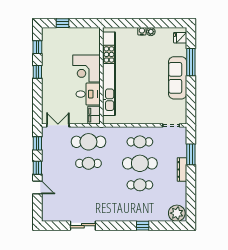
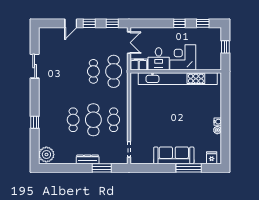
corner desk: (86, 68) -> (183, 57), moved
kitchen unit: (109, 74) -> (178, 79), moved
wall: (101, 76) -> (176, 71), moved
desk: (88, 94) -> (159, 59), moved
filing cabinet: (94, 115) -> (139, 65), moved

